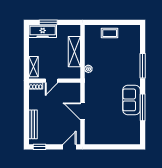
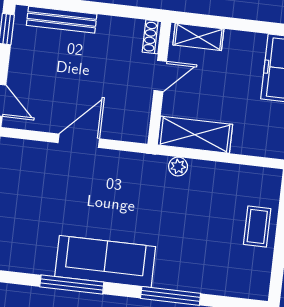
shelving: (74, 52) -> (195, 135), moved
door: (52, 81) -> (160, 76), swing flipped
sofa: (131, 100) -> (105, 261), width x1.36

